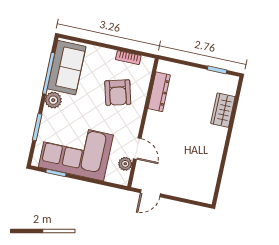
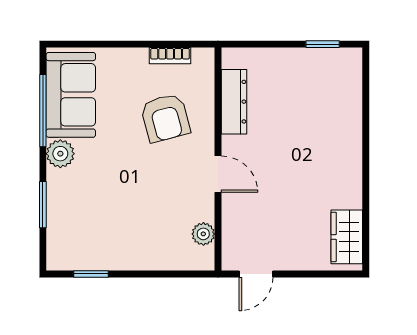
wardrobe: (223, 110) -> (347, 237), moved
door: (137, 149) -> (218, 174), moved
corner sofa: (76, 151) -> (116, 230), removed

